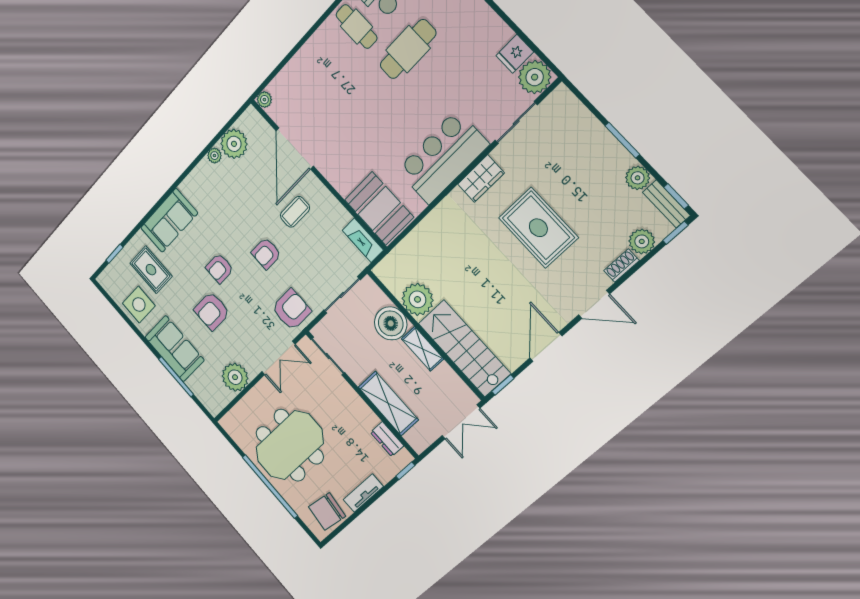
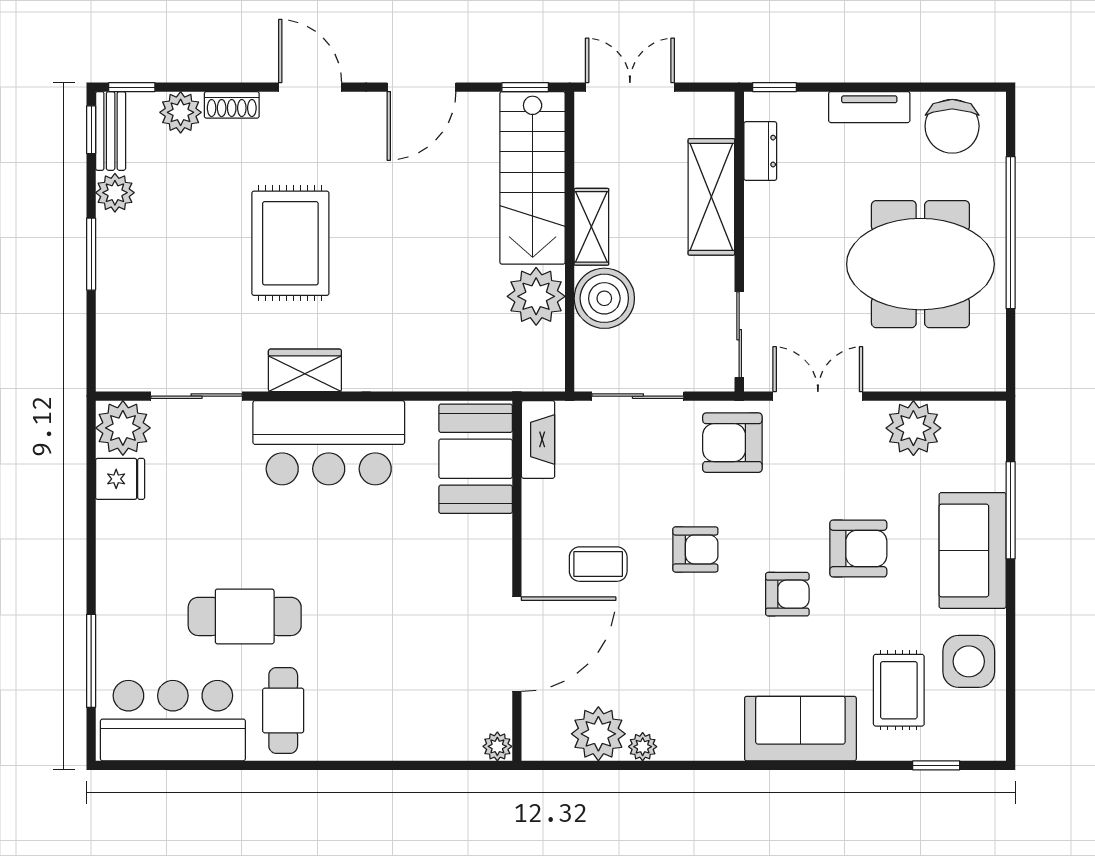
chair: (327, 511) -> (952, 126), turned 83

